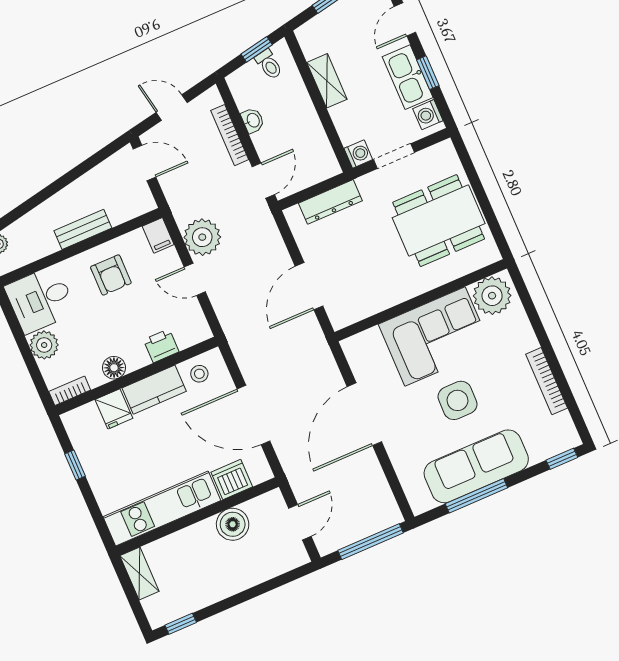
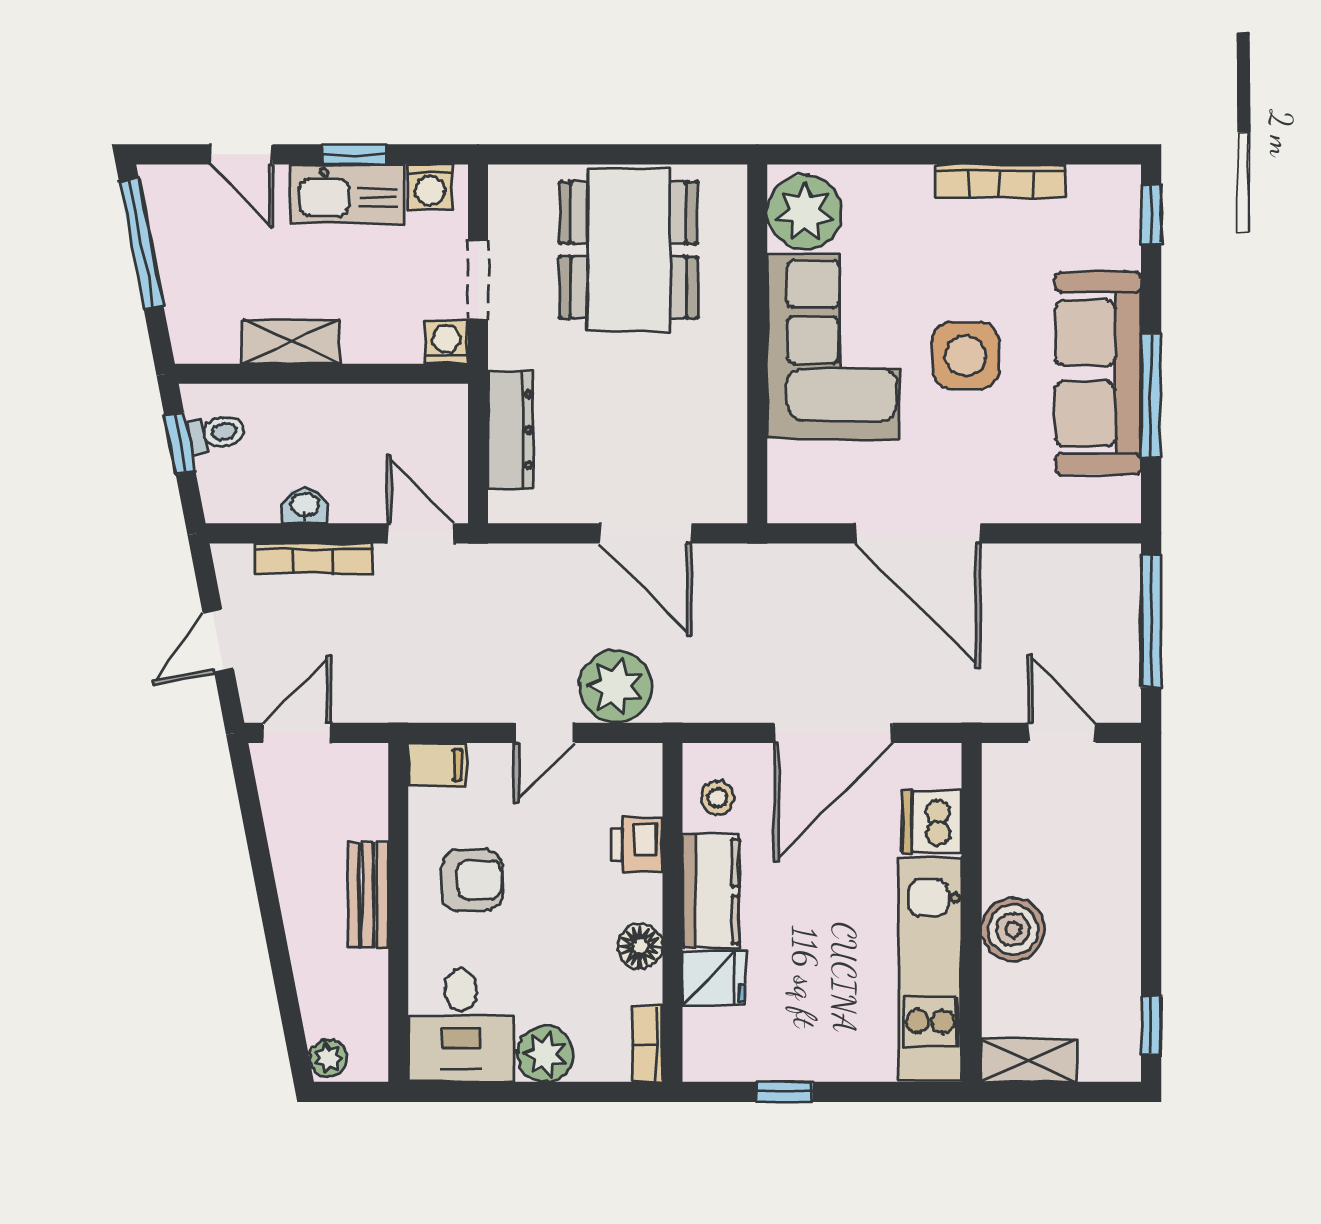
plant: (202, 237) -> (615, 687), moved
boiler: (233, 524) -> (1013, 930), moved

